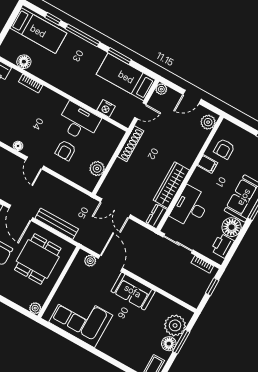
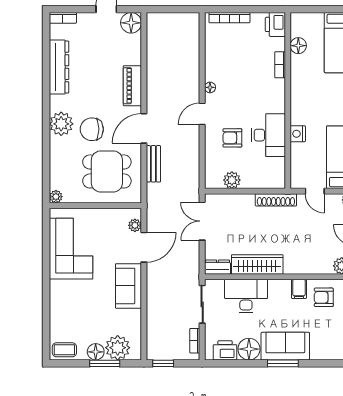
nightstand: (106, 108) -> (298, 134), moved
bench: (57, 224) -> (153, 164), width x0.73
window: (212, 287) -> (163, 363), moved

